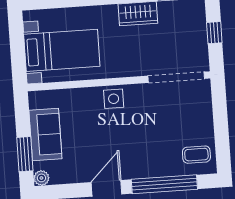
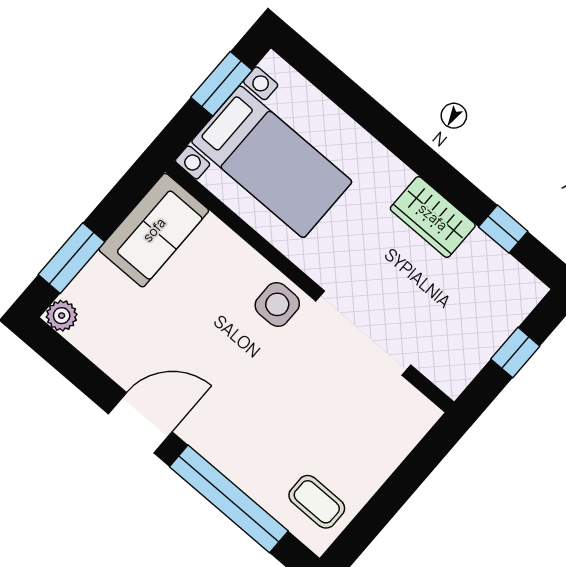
window: (17, 40) -> (222, 84), added
doorway: (176, 77) -> (363, 333), moved
sofa: (45, 134) -> (154, 230), moved

